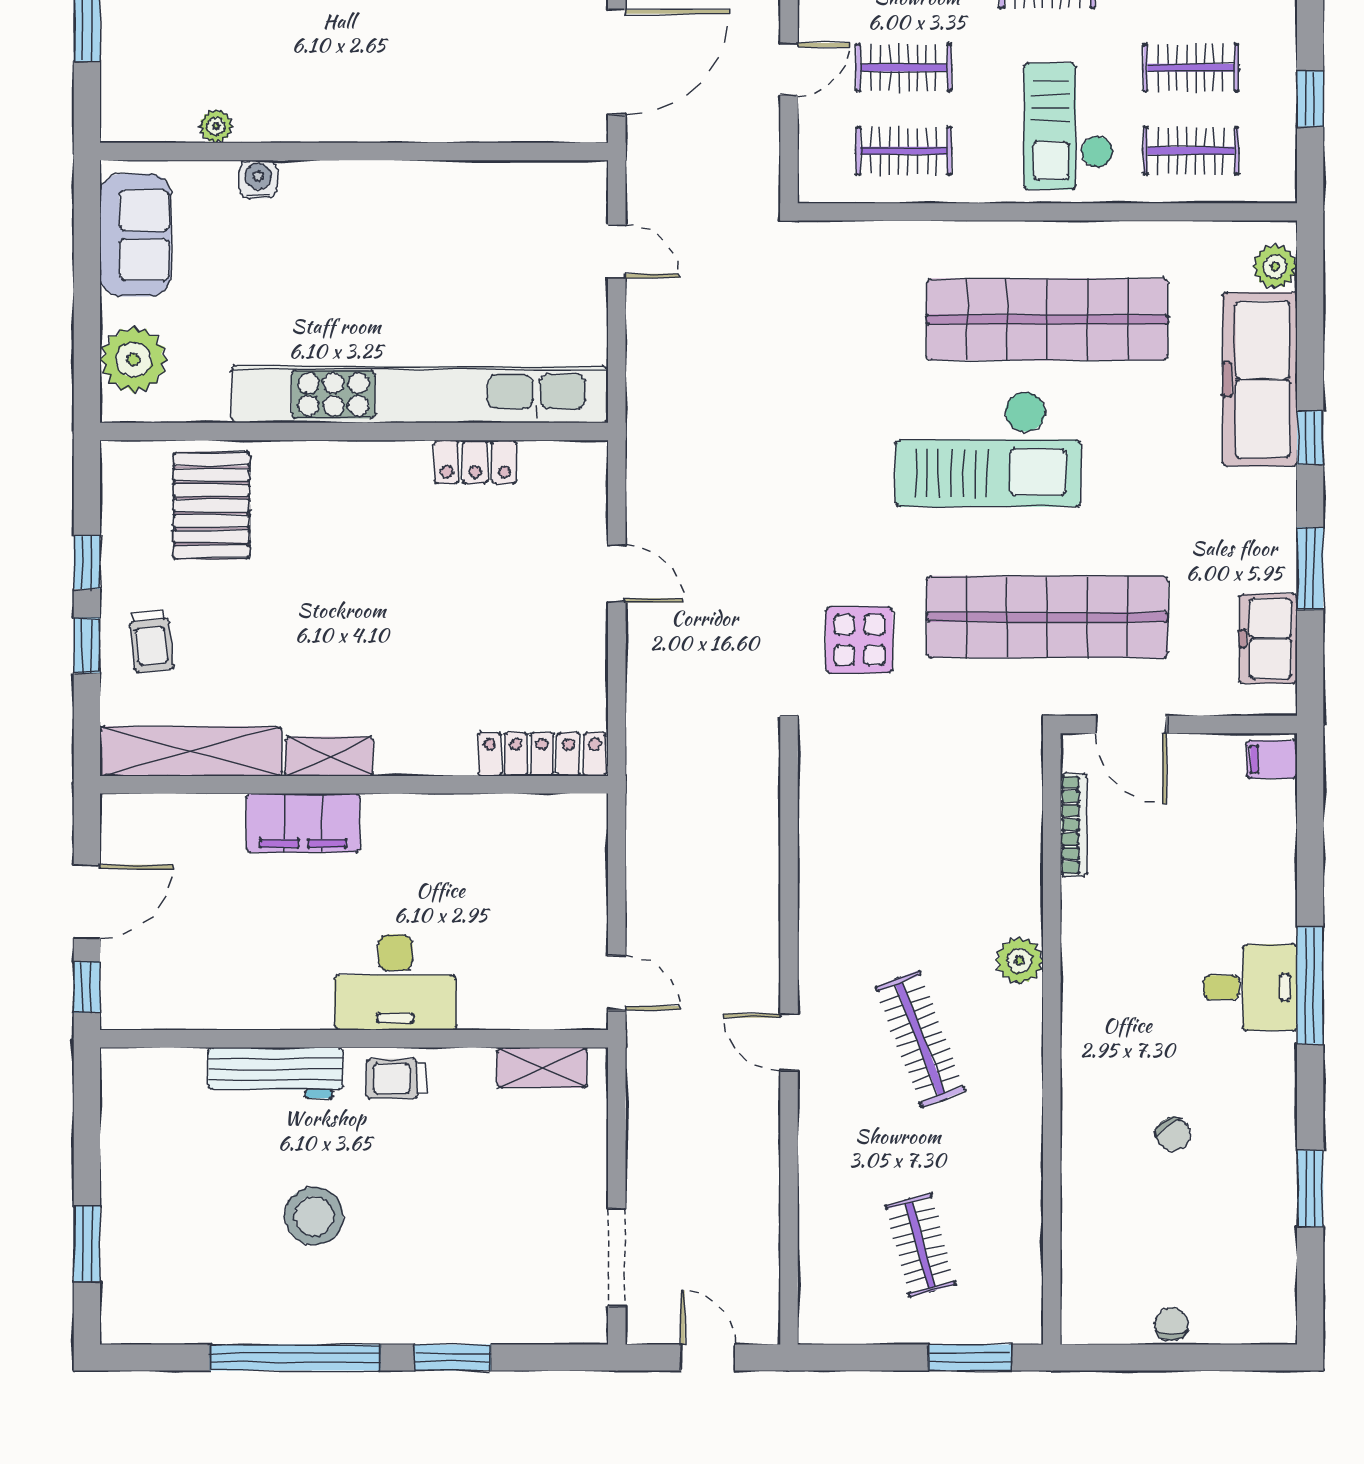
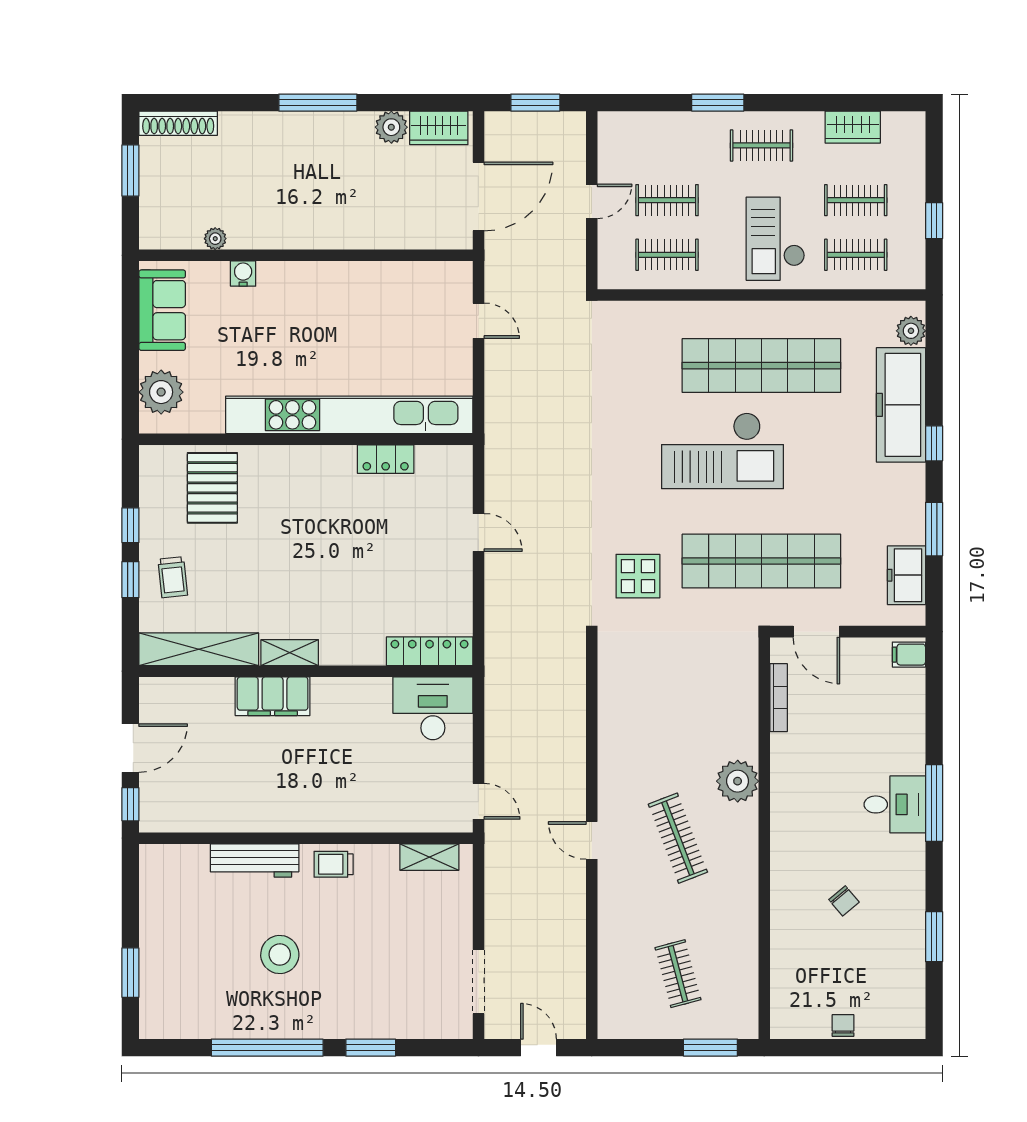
plant: (1020, 961) -> (738, 781), width x1.36, depth x1.36
desk: (395, 982) -> (433, 708), moved, turned 180

